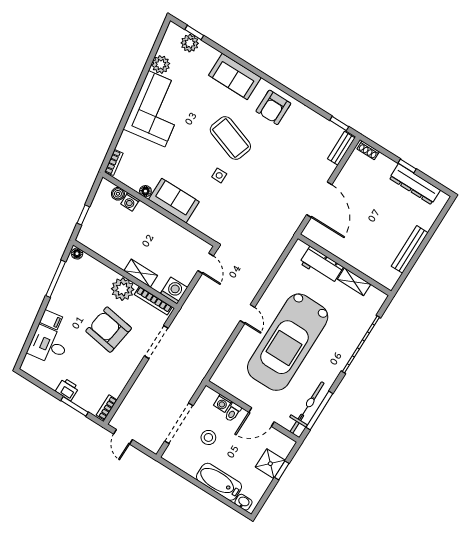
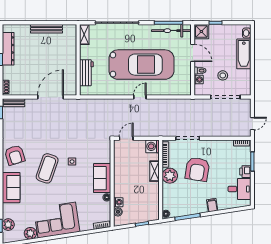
armchair: (273, 107) -> (15, 155), turned 73
shelving: (354, 282) -> (84, 34), moved
desk: (48, 345) -> (239, 189), moved, turned -81
shower: (270, 464) -> (201, 32), moved

